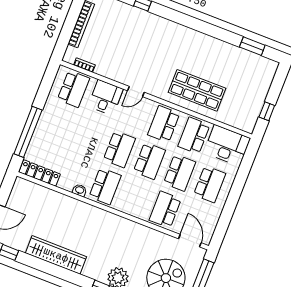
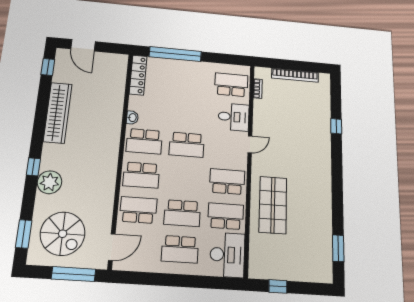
school desk: (73, 89) -> (231, 85), turned 180
door: (136, 91) -> (250, 144), swing flipped
school desk: (149, 161) -> (141, 175), moved

